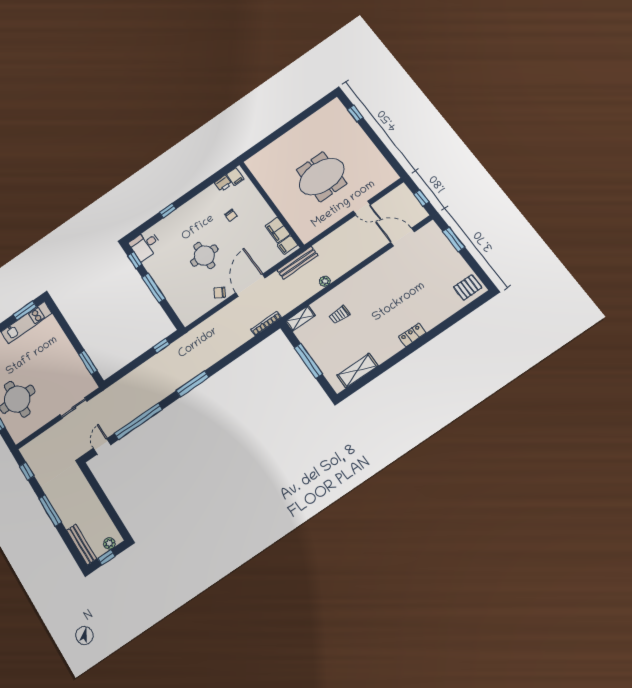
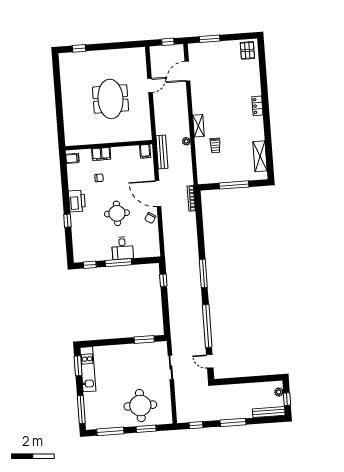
printer: (223, 183) -> (77, 201), moved, width x1.87, depth x1.48
filing cabinet: (278, 230) -> (101, 154), moved
desk: (145, 245) -> (122, 248), moved
shelving: (300, 318) -> (198, 126), moved

